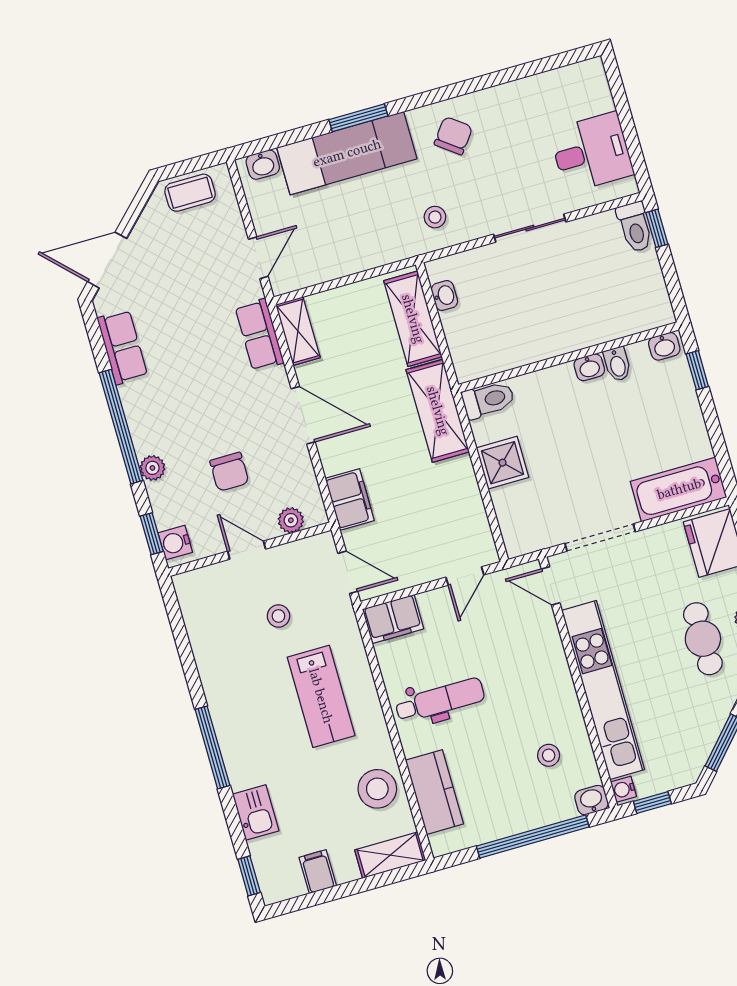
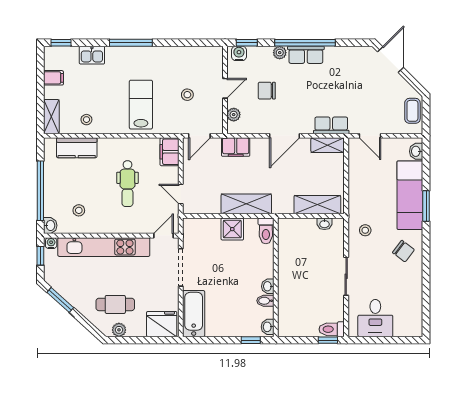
row of seats: (122, 347) -> (306, 55), moved
shelving: (438, 411) -> (246, 204), moved
lab bench: (321, 696) -> (141, 105), turned 90
dental chair: (440, 700) -> (127, 184), moved
stool: (377, 789) -> (86, 120), width x0.53, depth x0.53

